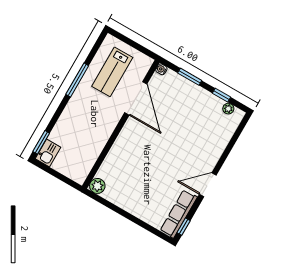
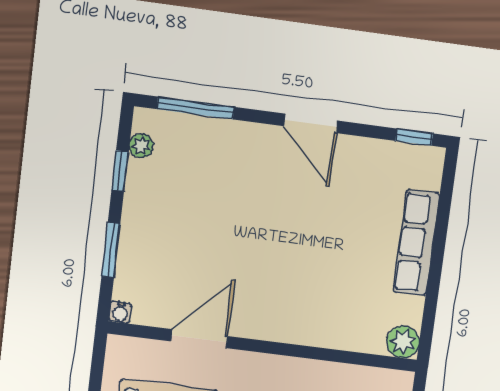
door: (136, 98) -> (199, 339), width x0.73
window: (235, 138) -> (195, 108), added
row of seats: (179, 214) -> (416, 243), moved, turned 90

